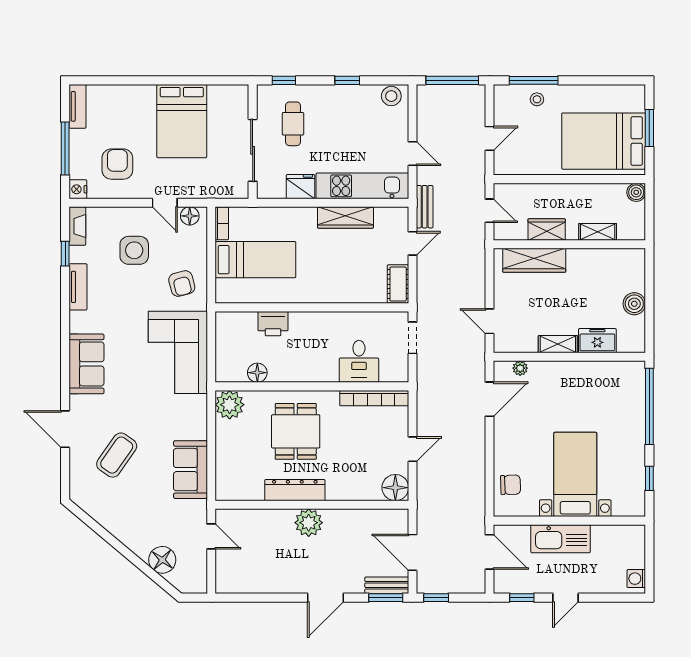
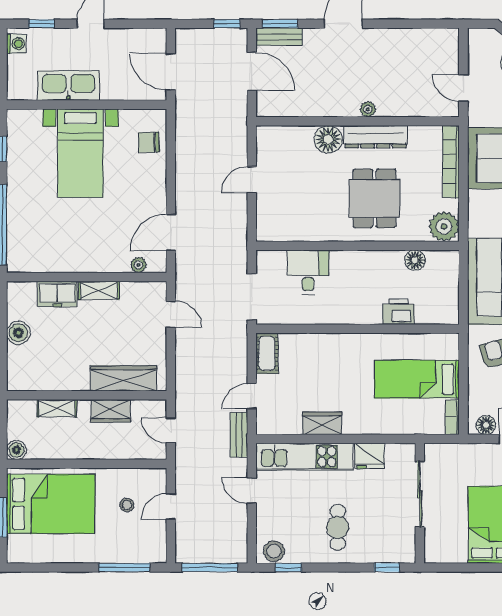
window: (347, 80) -> (288, 568), moved
stool: (537, 99) -> (127, 505), moved
cafe table: (293, 124) -> (338, 527), moved
wardrobe: (345, 218) -> (322, 423), width x0.67
doorway: (413, 338) -> (252, 297), width x1.38
bookcase: (374, 398) -> (451, 162), moved, turned -90
floor lamp: (395, 488) -> (328, 139), moved
plant: (309, 523) -> (368, 109), width x0.53, depth x0.53
kitchen sink: (561, 539) -> (68, 86), moved
window: (522, 598) -> (41, 24), moved

